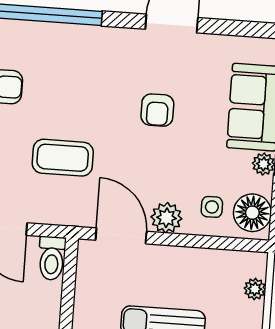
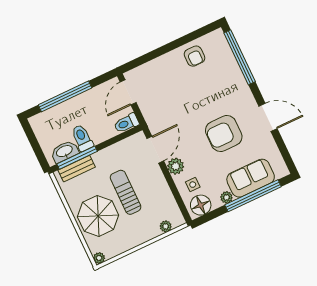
armchair: (157, 110) -> (224, 133), width x1.88, depth x1.88
coffee table: (63, 158) -> (176, 102), removed

